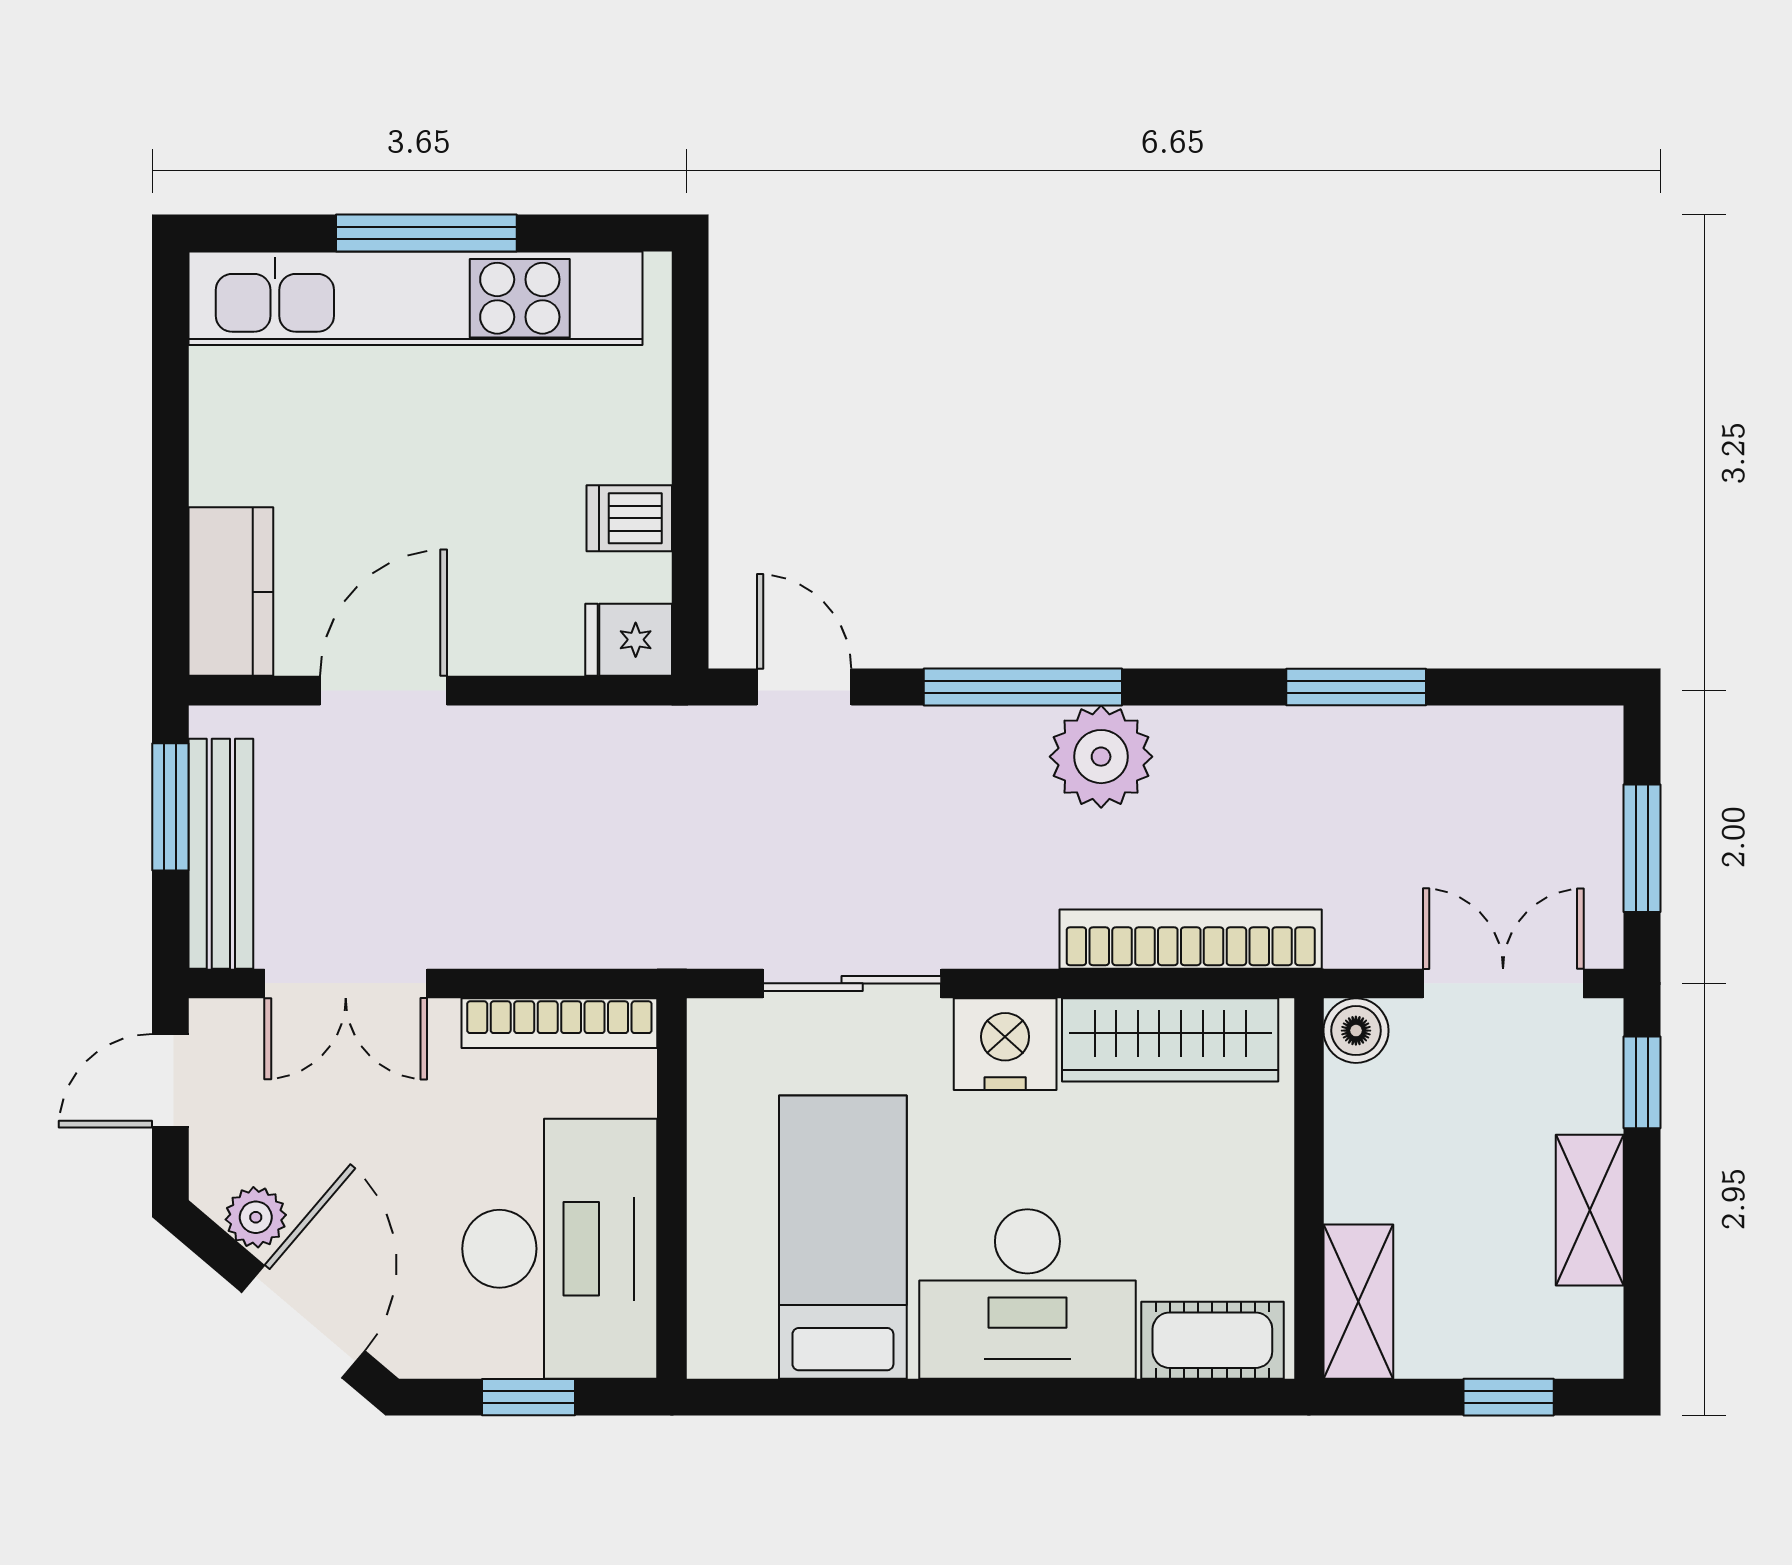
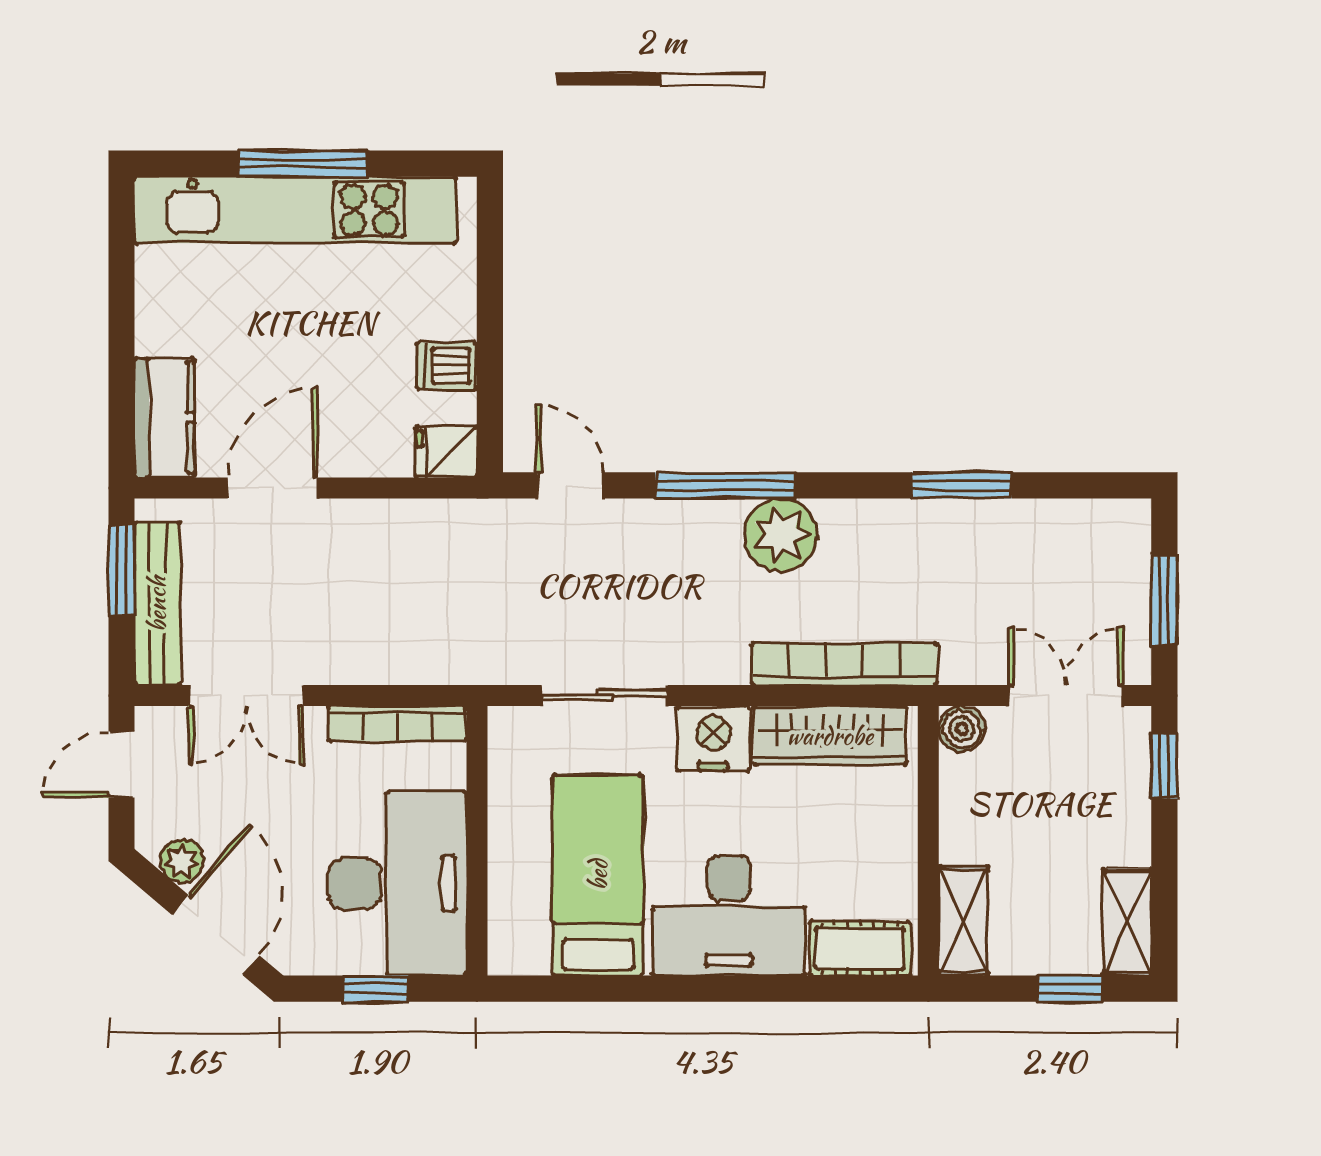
shelving: (1590, 1210) -> (1127, 922), moved

